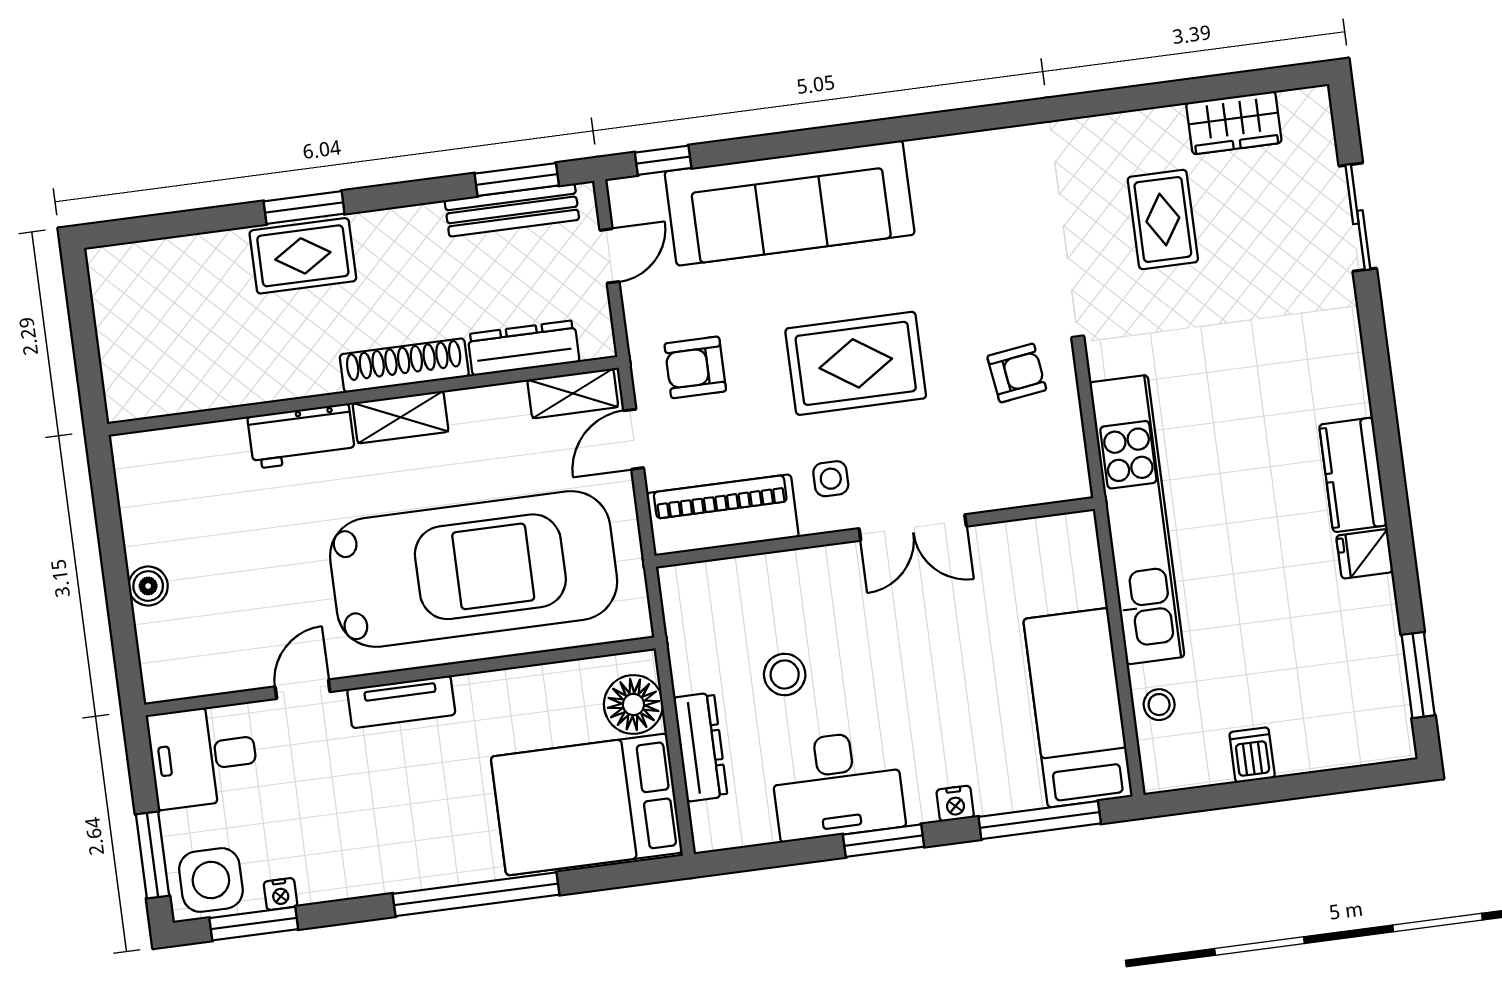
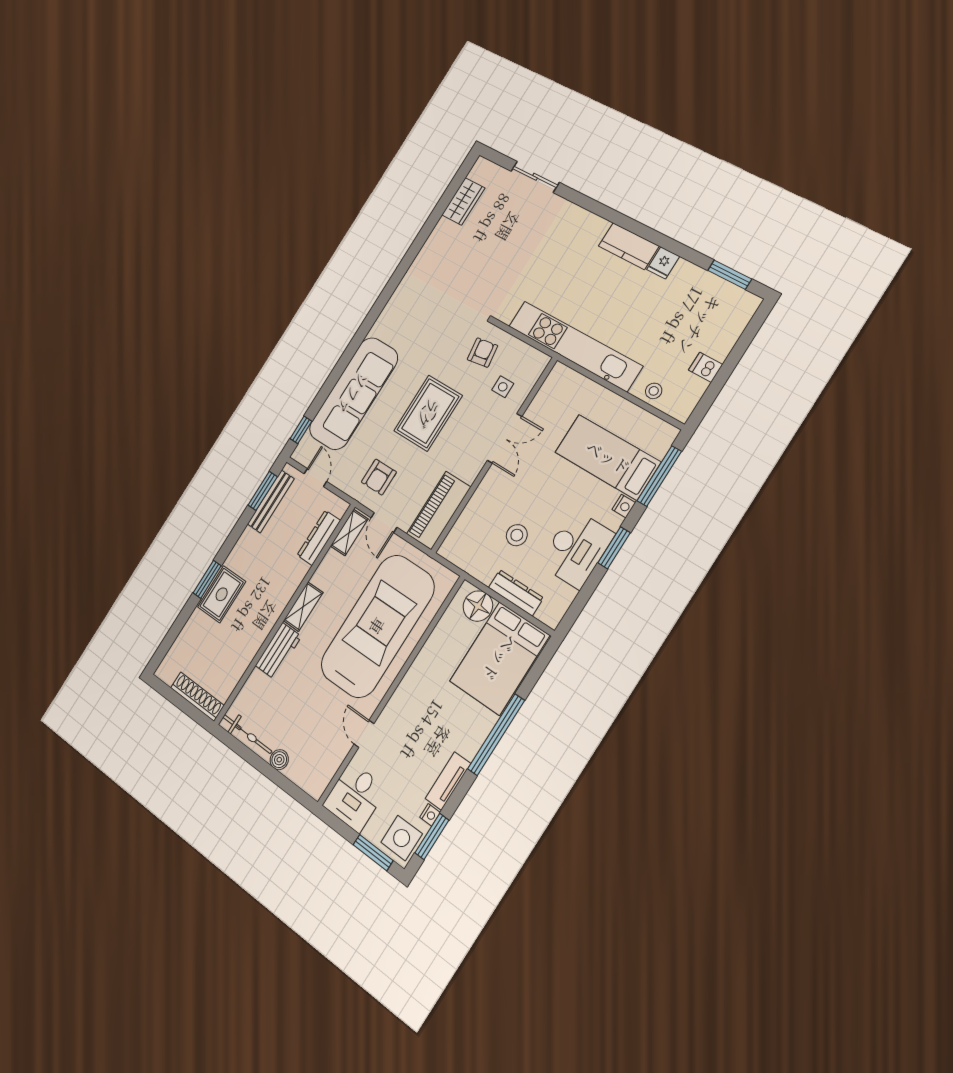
rug: (1163, 219) -> (475, 254), removed
shoe rack: (404, 365) -> (197, 697), moved, turned 90
side table: (831, 479) -> (503, 387), moved
bicycle: (138, 497) -> (247, 734), added
tv unit: (401, 702) -> (448, 781), moved, turned 180
bed: (1078, 708) -> (608, 457), moved

